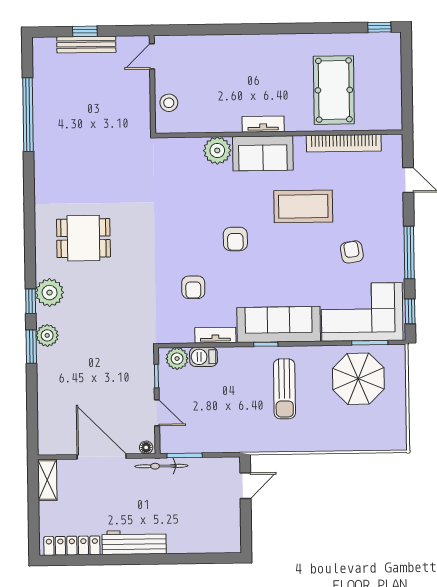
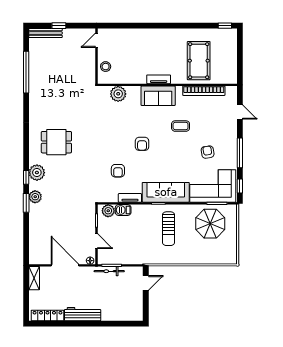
bench: (86, 44) -> (45, 33), moved
plant: (217, 150) -> (118, 94), moved
coffee table: (303, 206) -> (181, 126), width x0.54, depth x0.58
bicycle: (161, 466) -> (109, 271), moved

